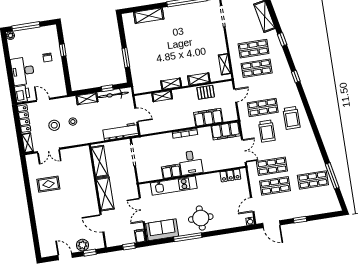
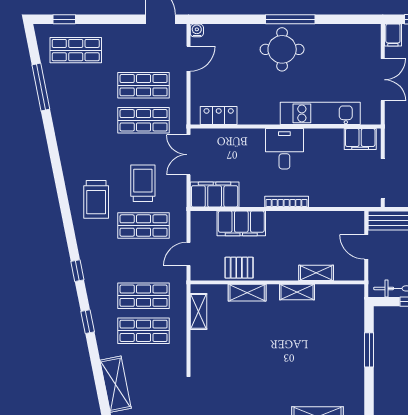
window: (282, 39) -> (88, 322), moved
trolley: (292, 118) -> (96, 199), turned 180
filing cabinet: (171, 171) -> (360, 139), moved
shop shelf: (313, 180) -> (76, 50), moved
window: (300, 220) -> (64, 19), moved
sofa: (162, 230) -> (353, 39), removed
window: (188, 237) -> (290, 19), moved

